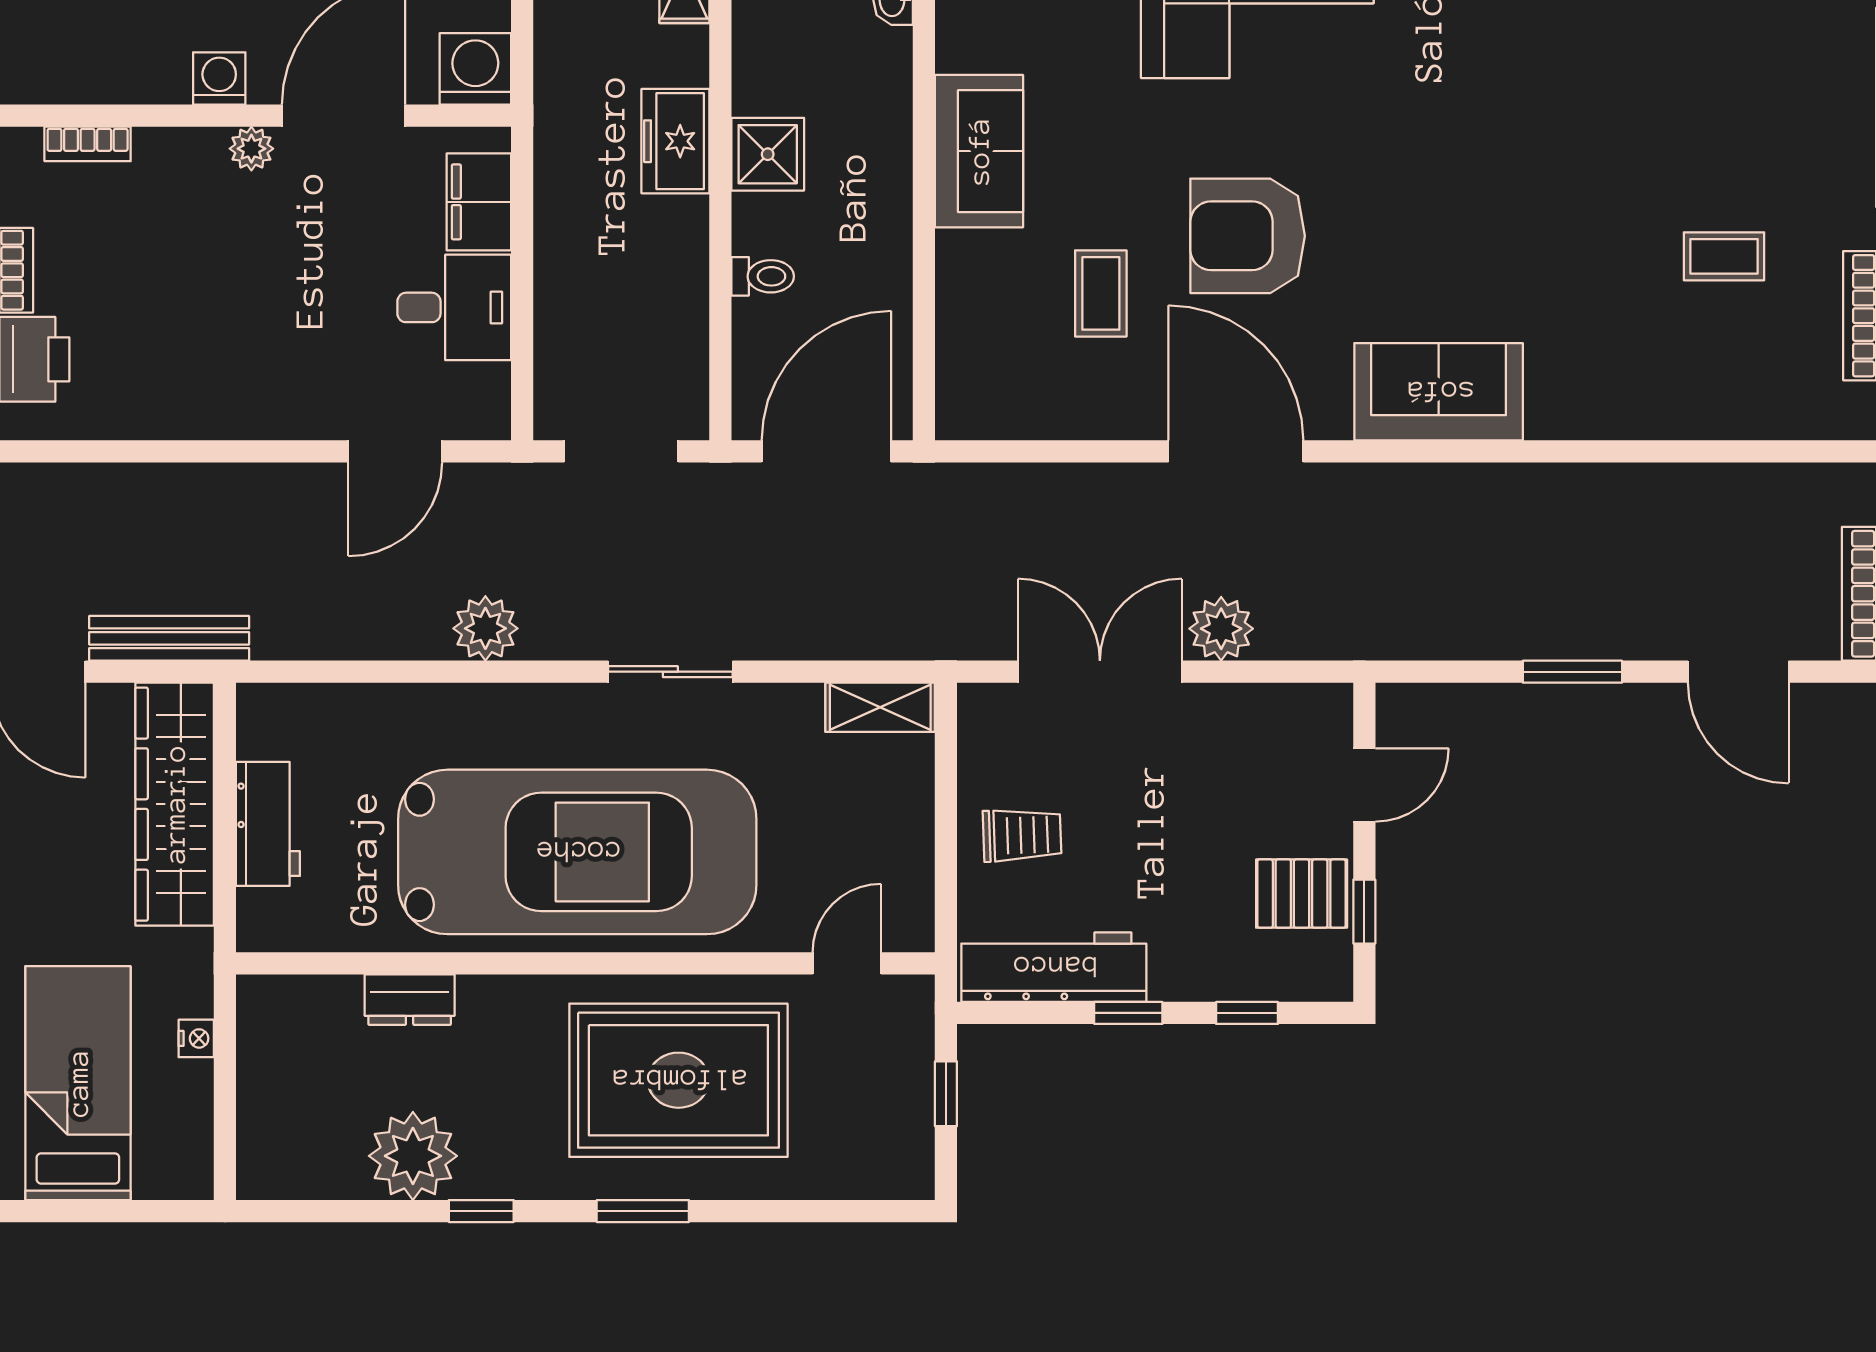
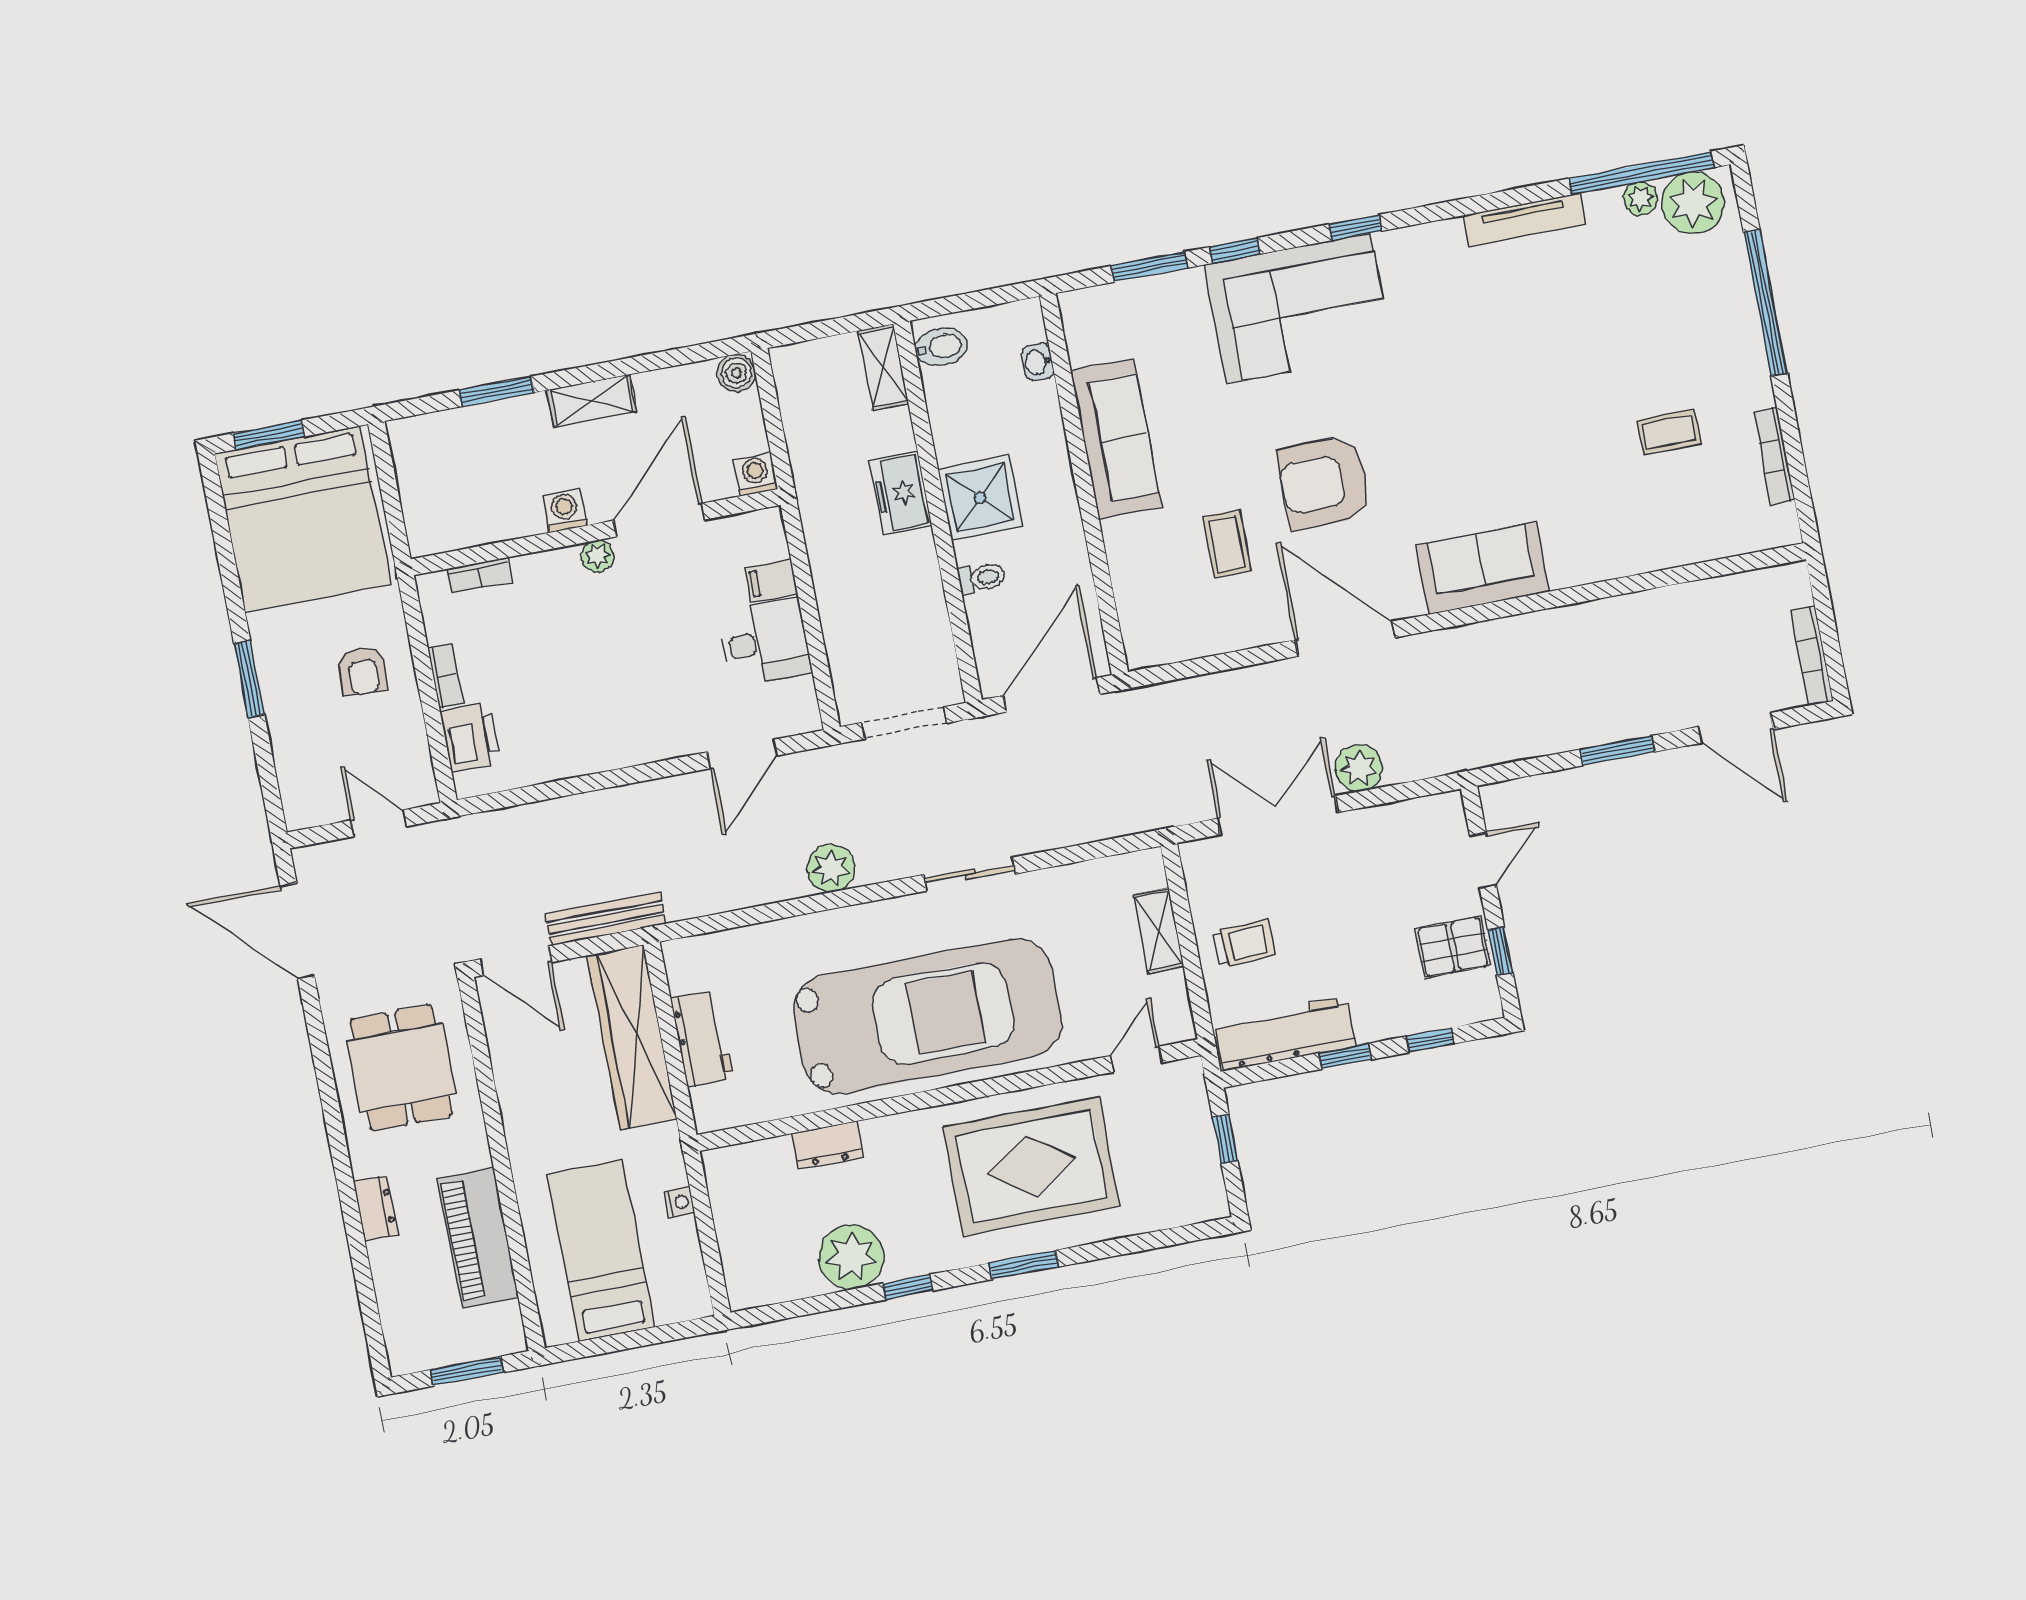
washing machine: (475, 69) -> (756, 474), width x0.73, depth x0.73
sofa: (979, 151) -> (1116, 439), width x1.36
shower: (768, 154) -> (980, 497), width x1.36, depth x1.36
filing cabinet: (479, 202) -> (771, 581), width x0.50
shelving: (880, 707) -> (1159, 930), moved, turned 90

